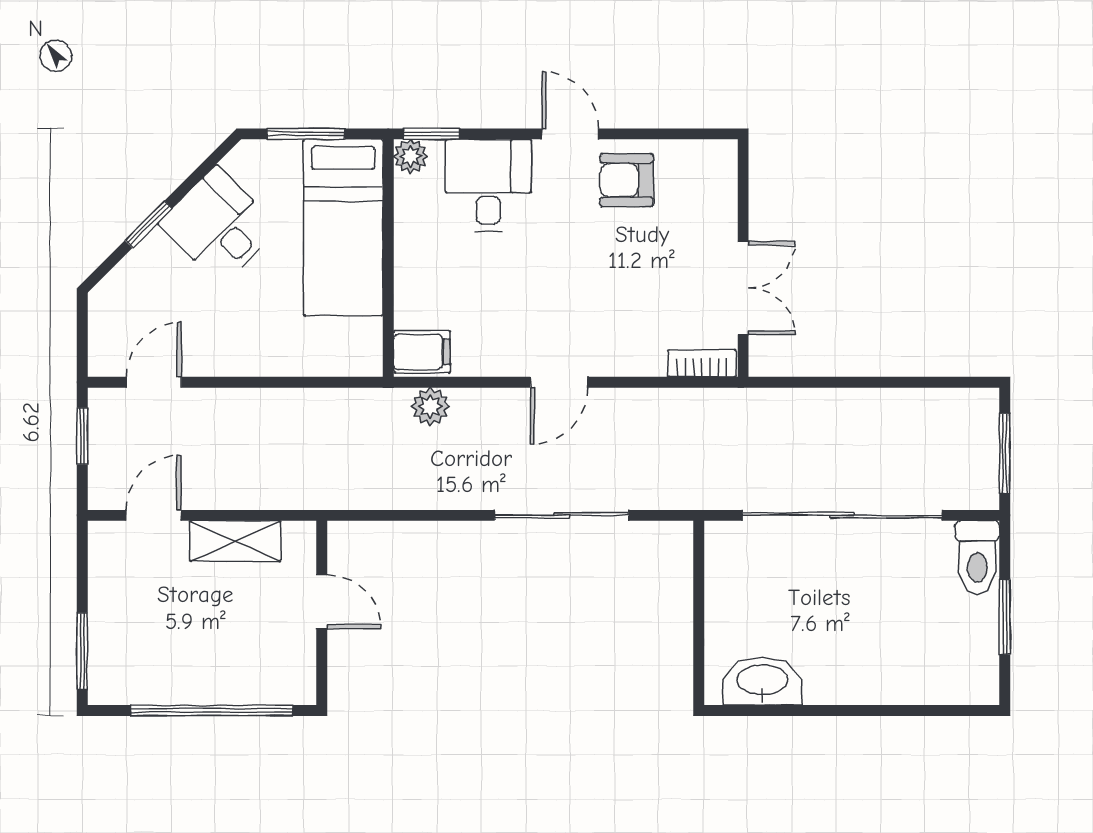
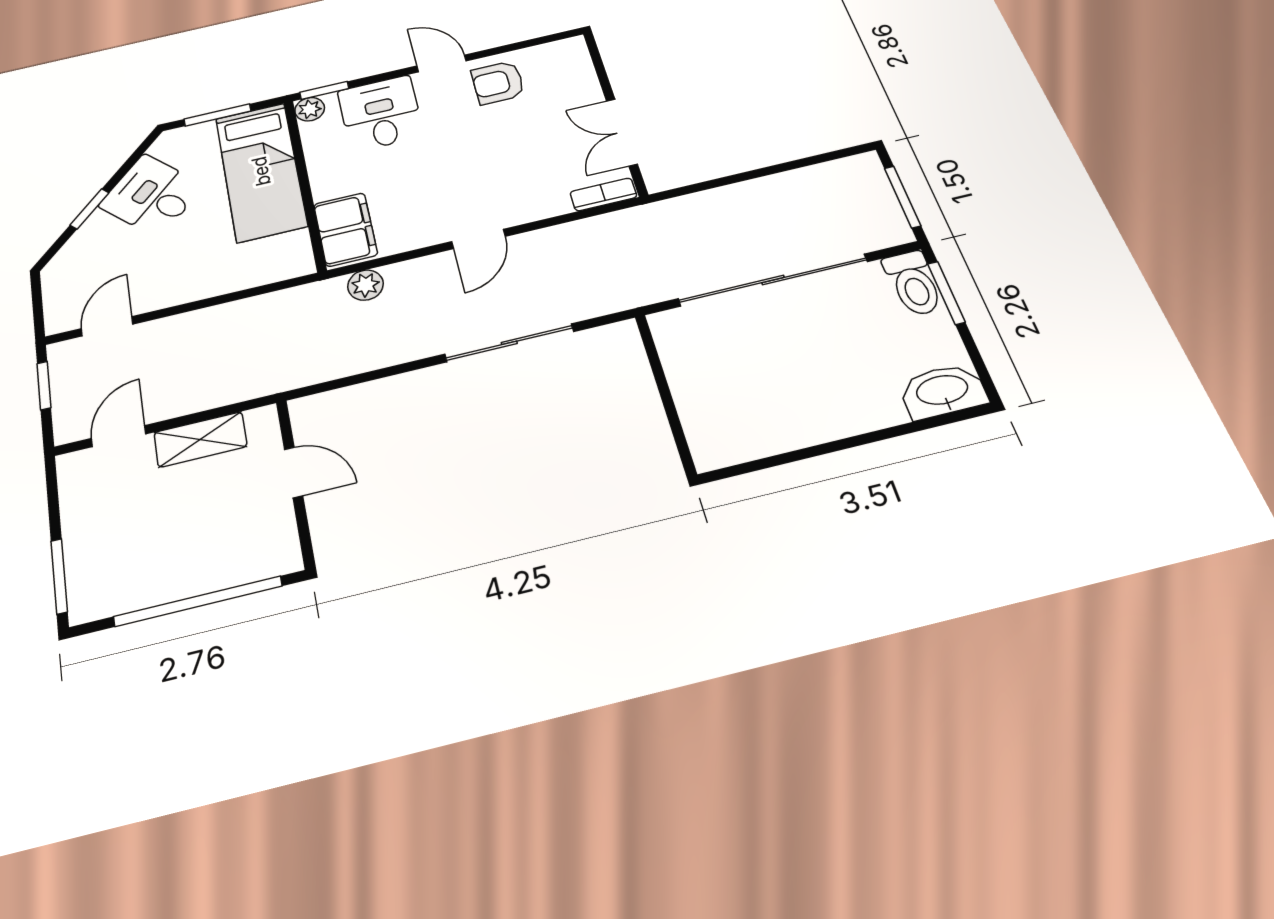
double door: (743, 288) -> (622, 132), swing flipped
filing cabinet: (422, 352) -> (345, 229), width x2.00
window: (1005, 617) -> (946, 293), moved
washbasin: (762, 681) -> (943, 391), moved

